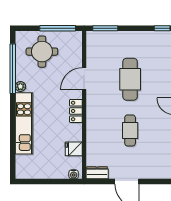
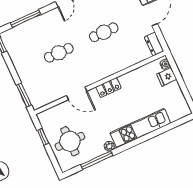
window: (58, 28) -> (43, 137), width x0.46
window: (13, 69) -> (97, 160), width x0.68
cafe table: (130, 79) -> (59, 53), width x0.73, depth x0.74
fridge: (74, 149) -> (167, 77), moved, turned 90

